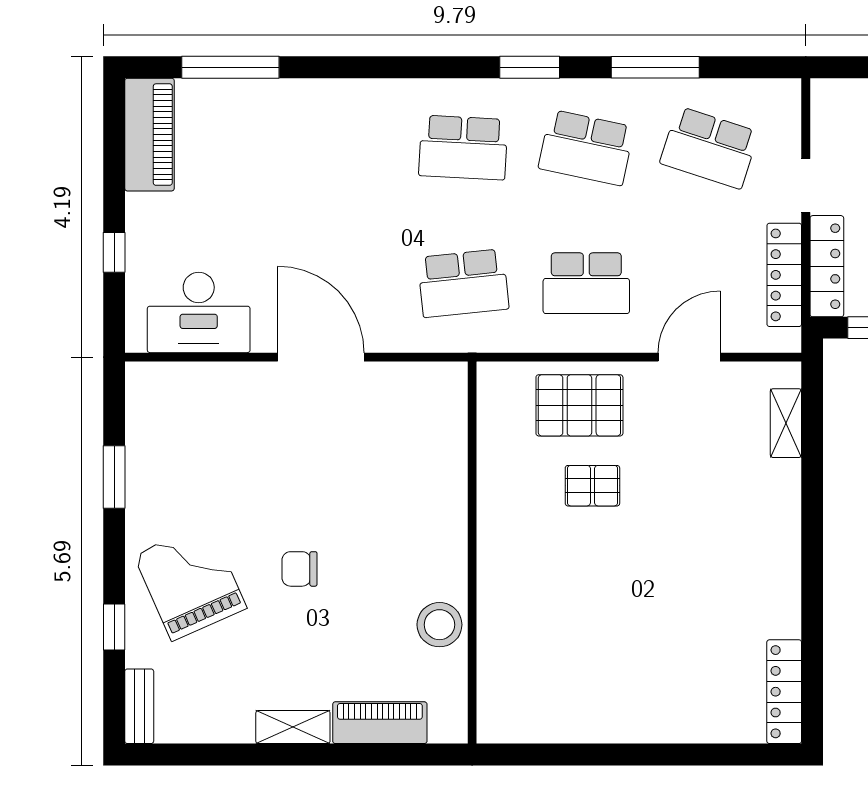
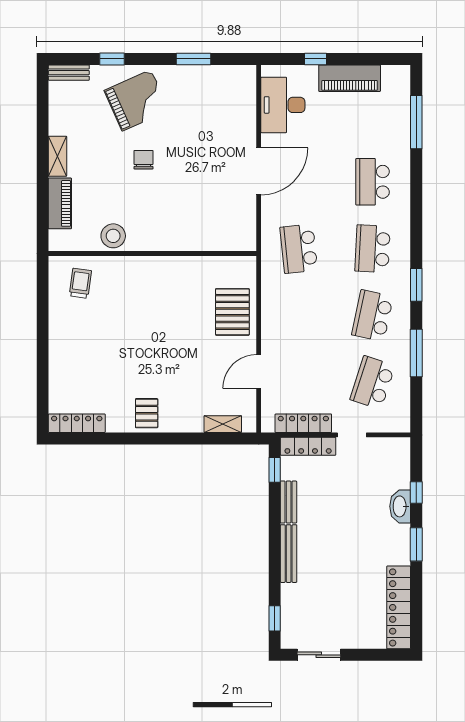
piano: (149, 135) -> (350, 78), moved
school desk: (586, 283) -> (373, 182), moved
door: (689, 357) -> (259, 372), swing flipped
pallet: (592, 486) -> (147, 413), moved
trolley: (527, 685) -> (80, 283), added

